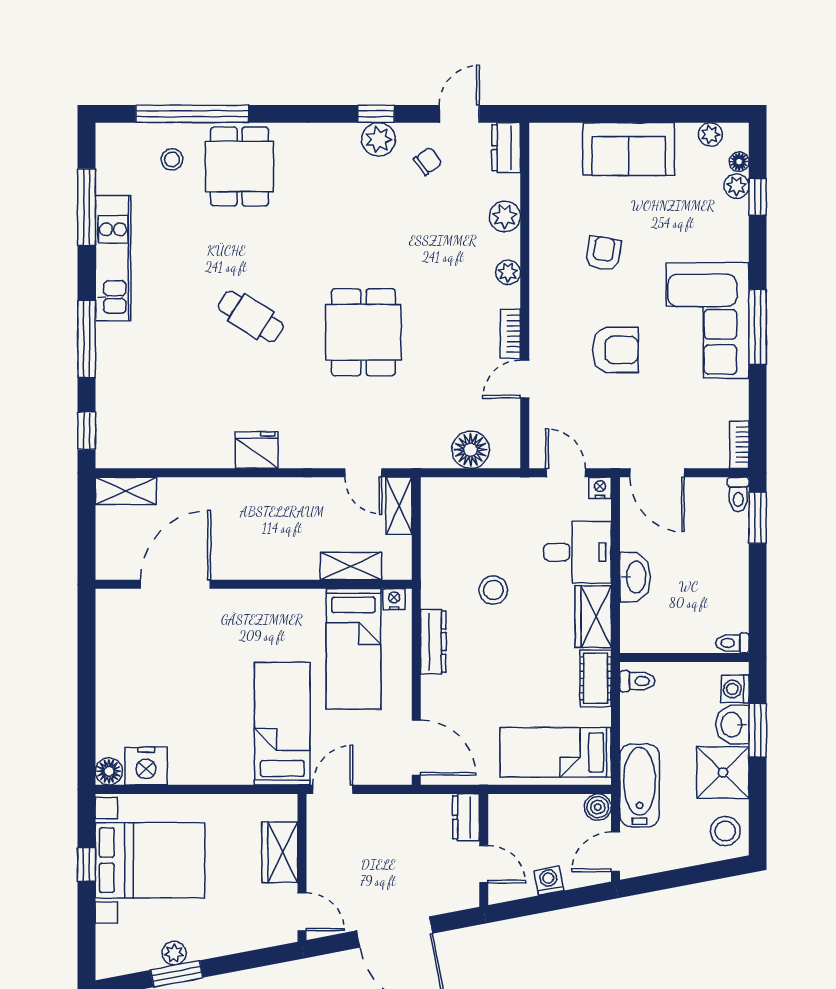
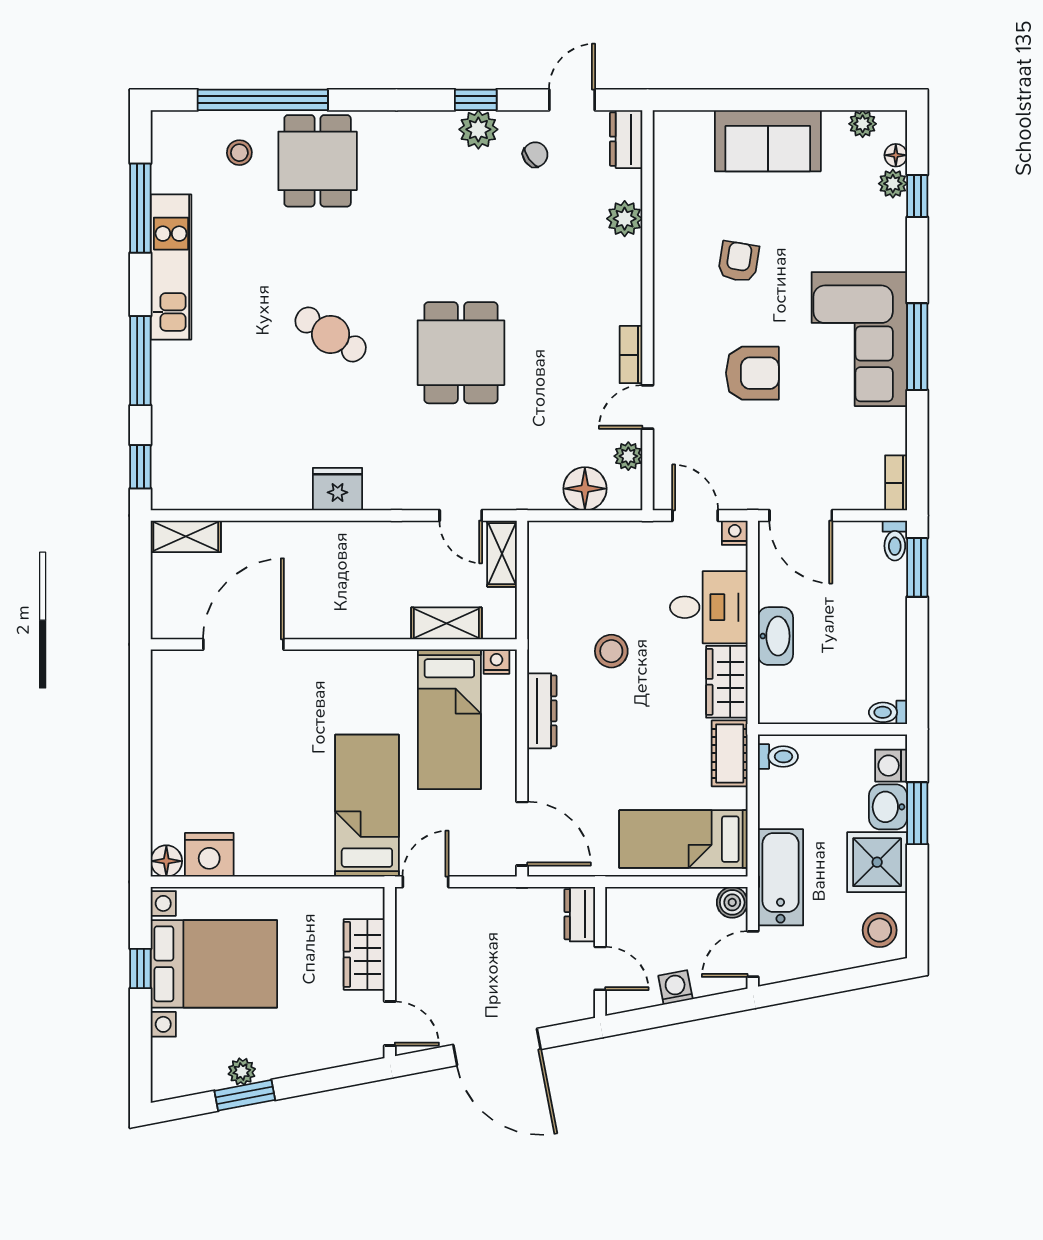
plant: (508, 272) -> (628, 456), moved

